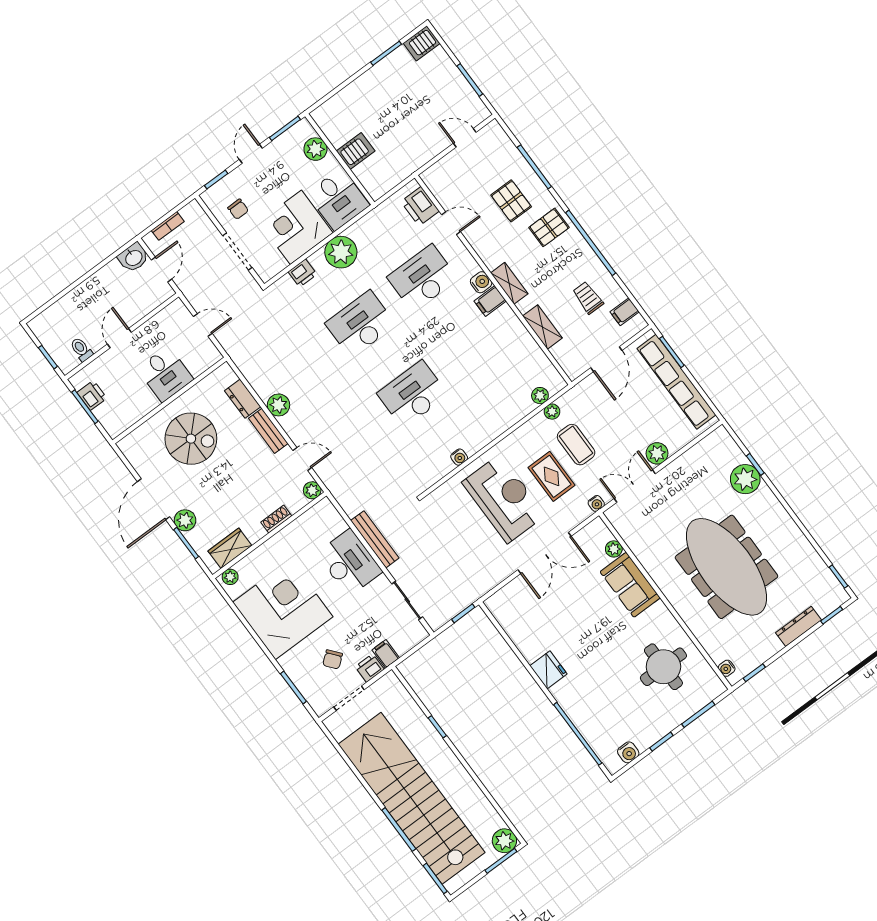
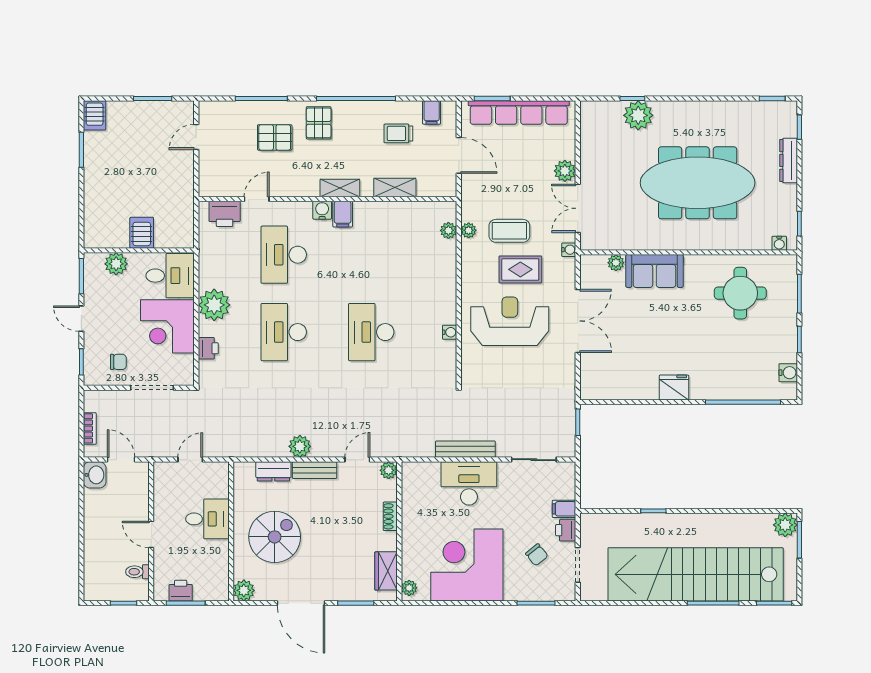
plant: (185, 520) -> (244, 590), moved

